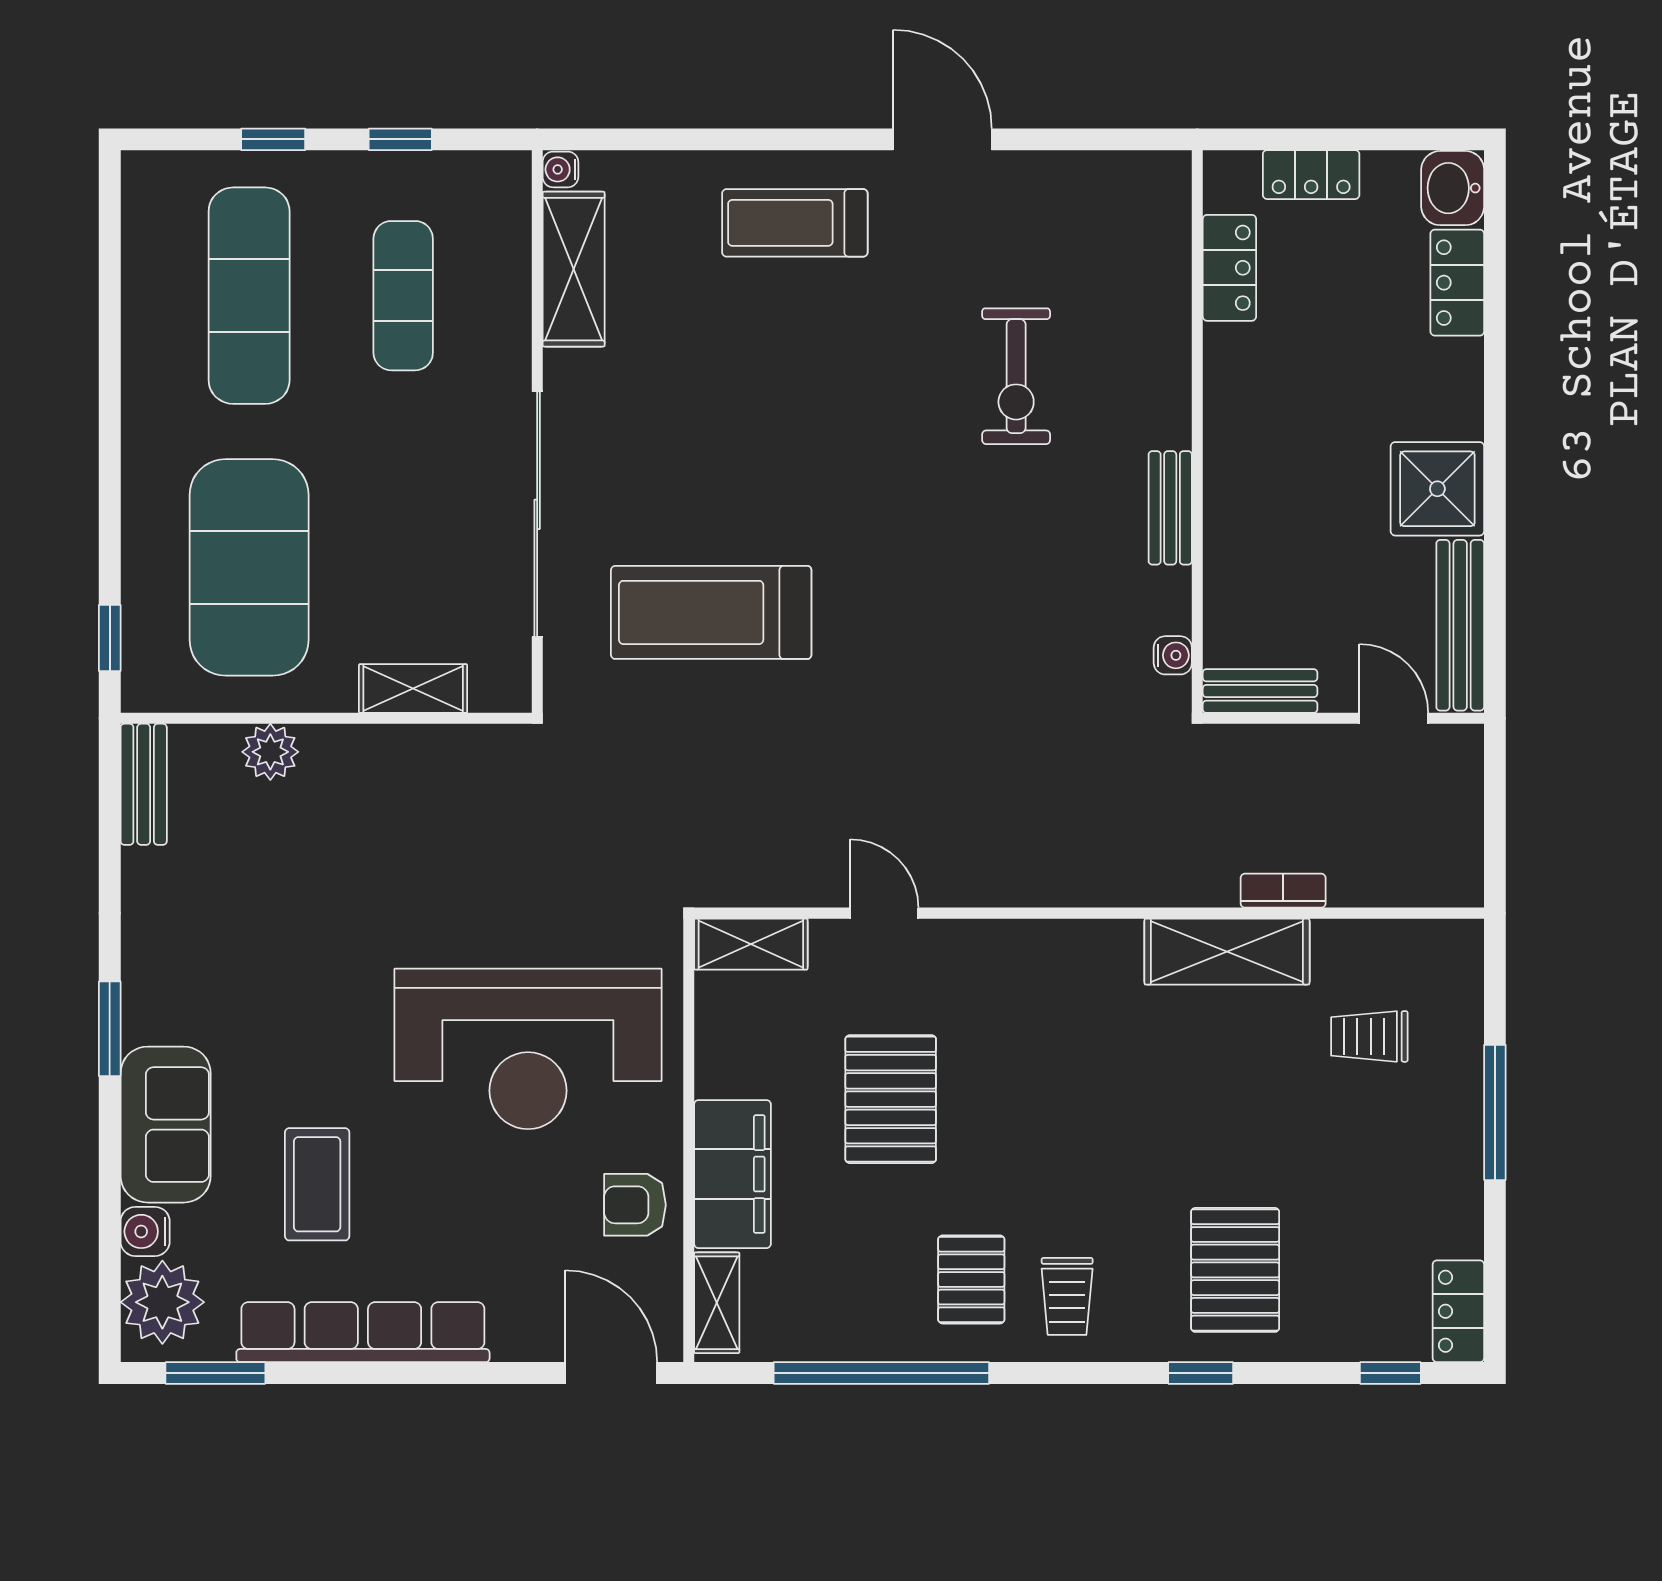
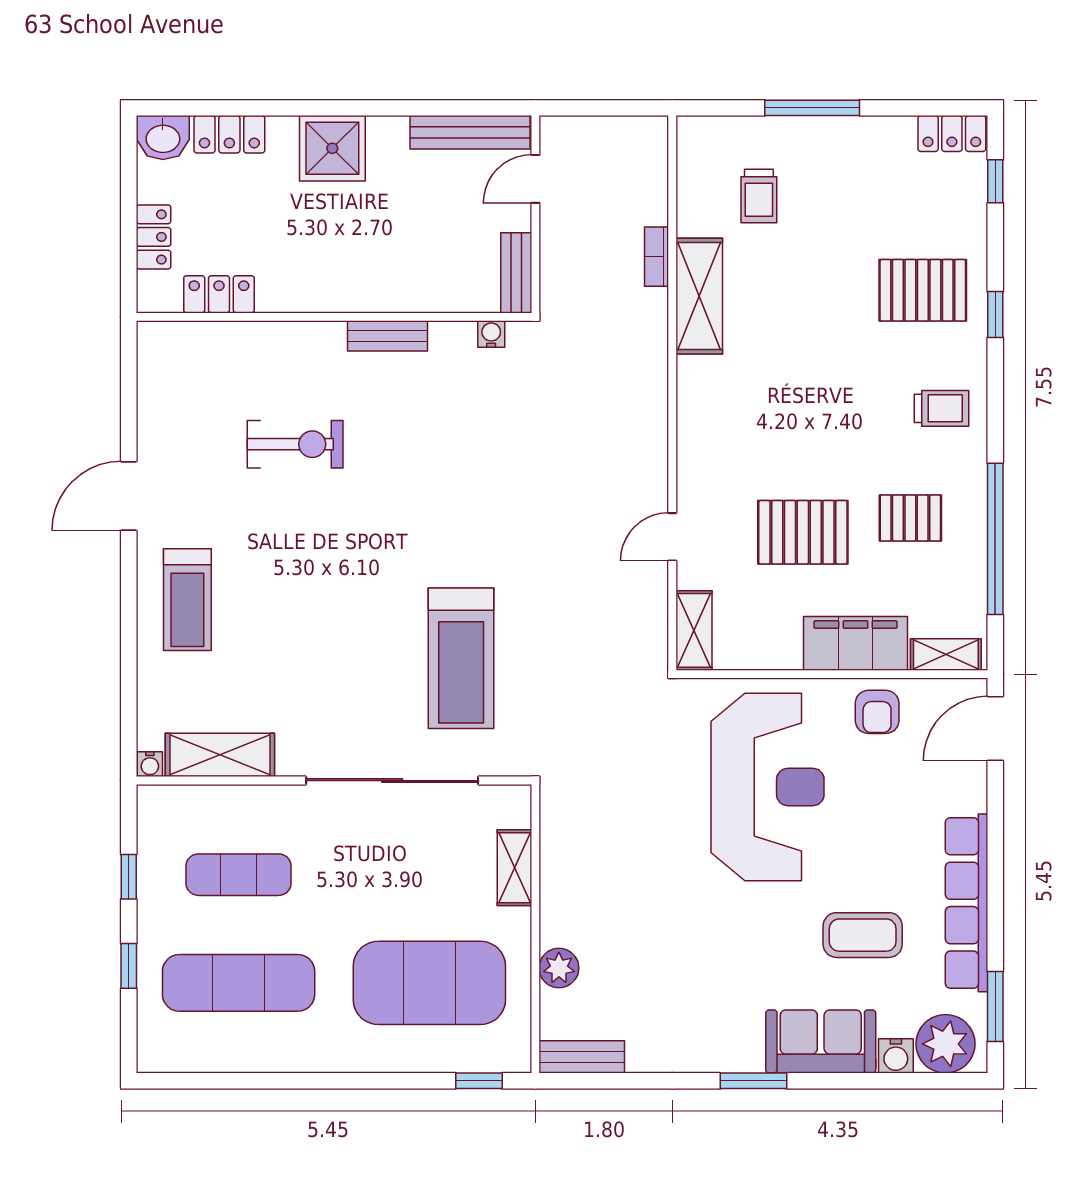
shower: (1437, 489) -> (332, 148), moved
pallet: (971, 1279) -> (910, 518), moved

